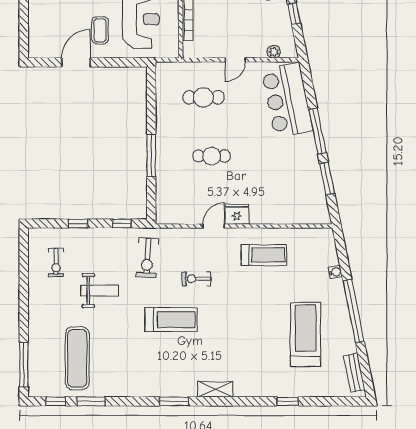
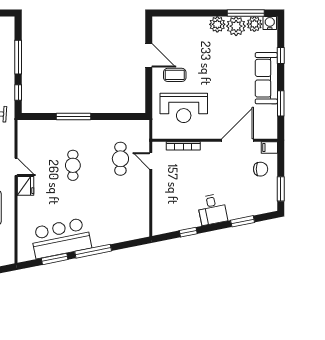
plant: (274, 52) -> (157, 216), removed
door: (235, 60) -> (151, 161), moved
bar counter: (287, 100) -> (61, 238), moved
window: (78, 224) -> (18, 57), width x2.17

